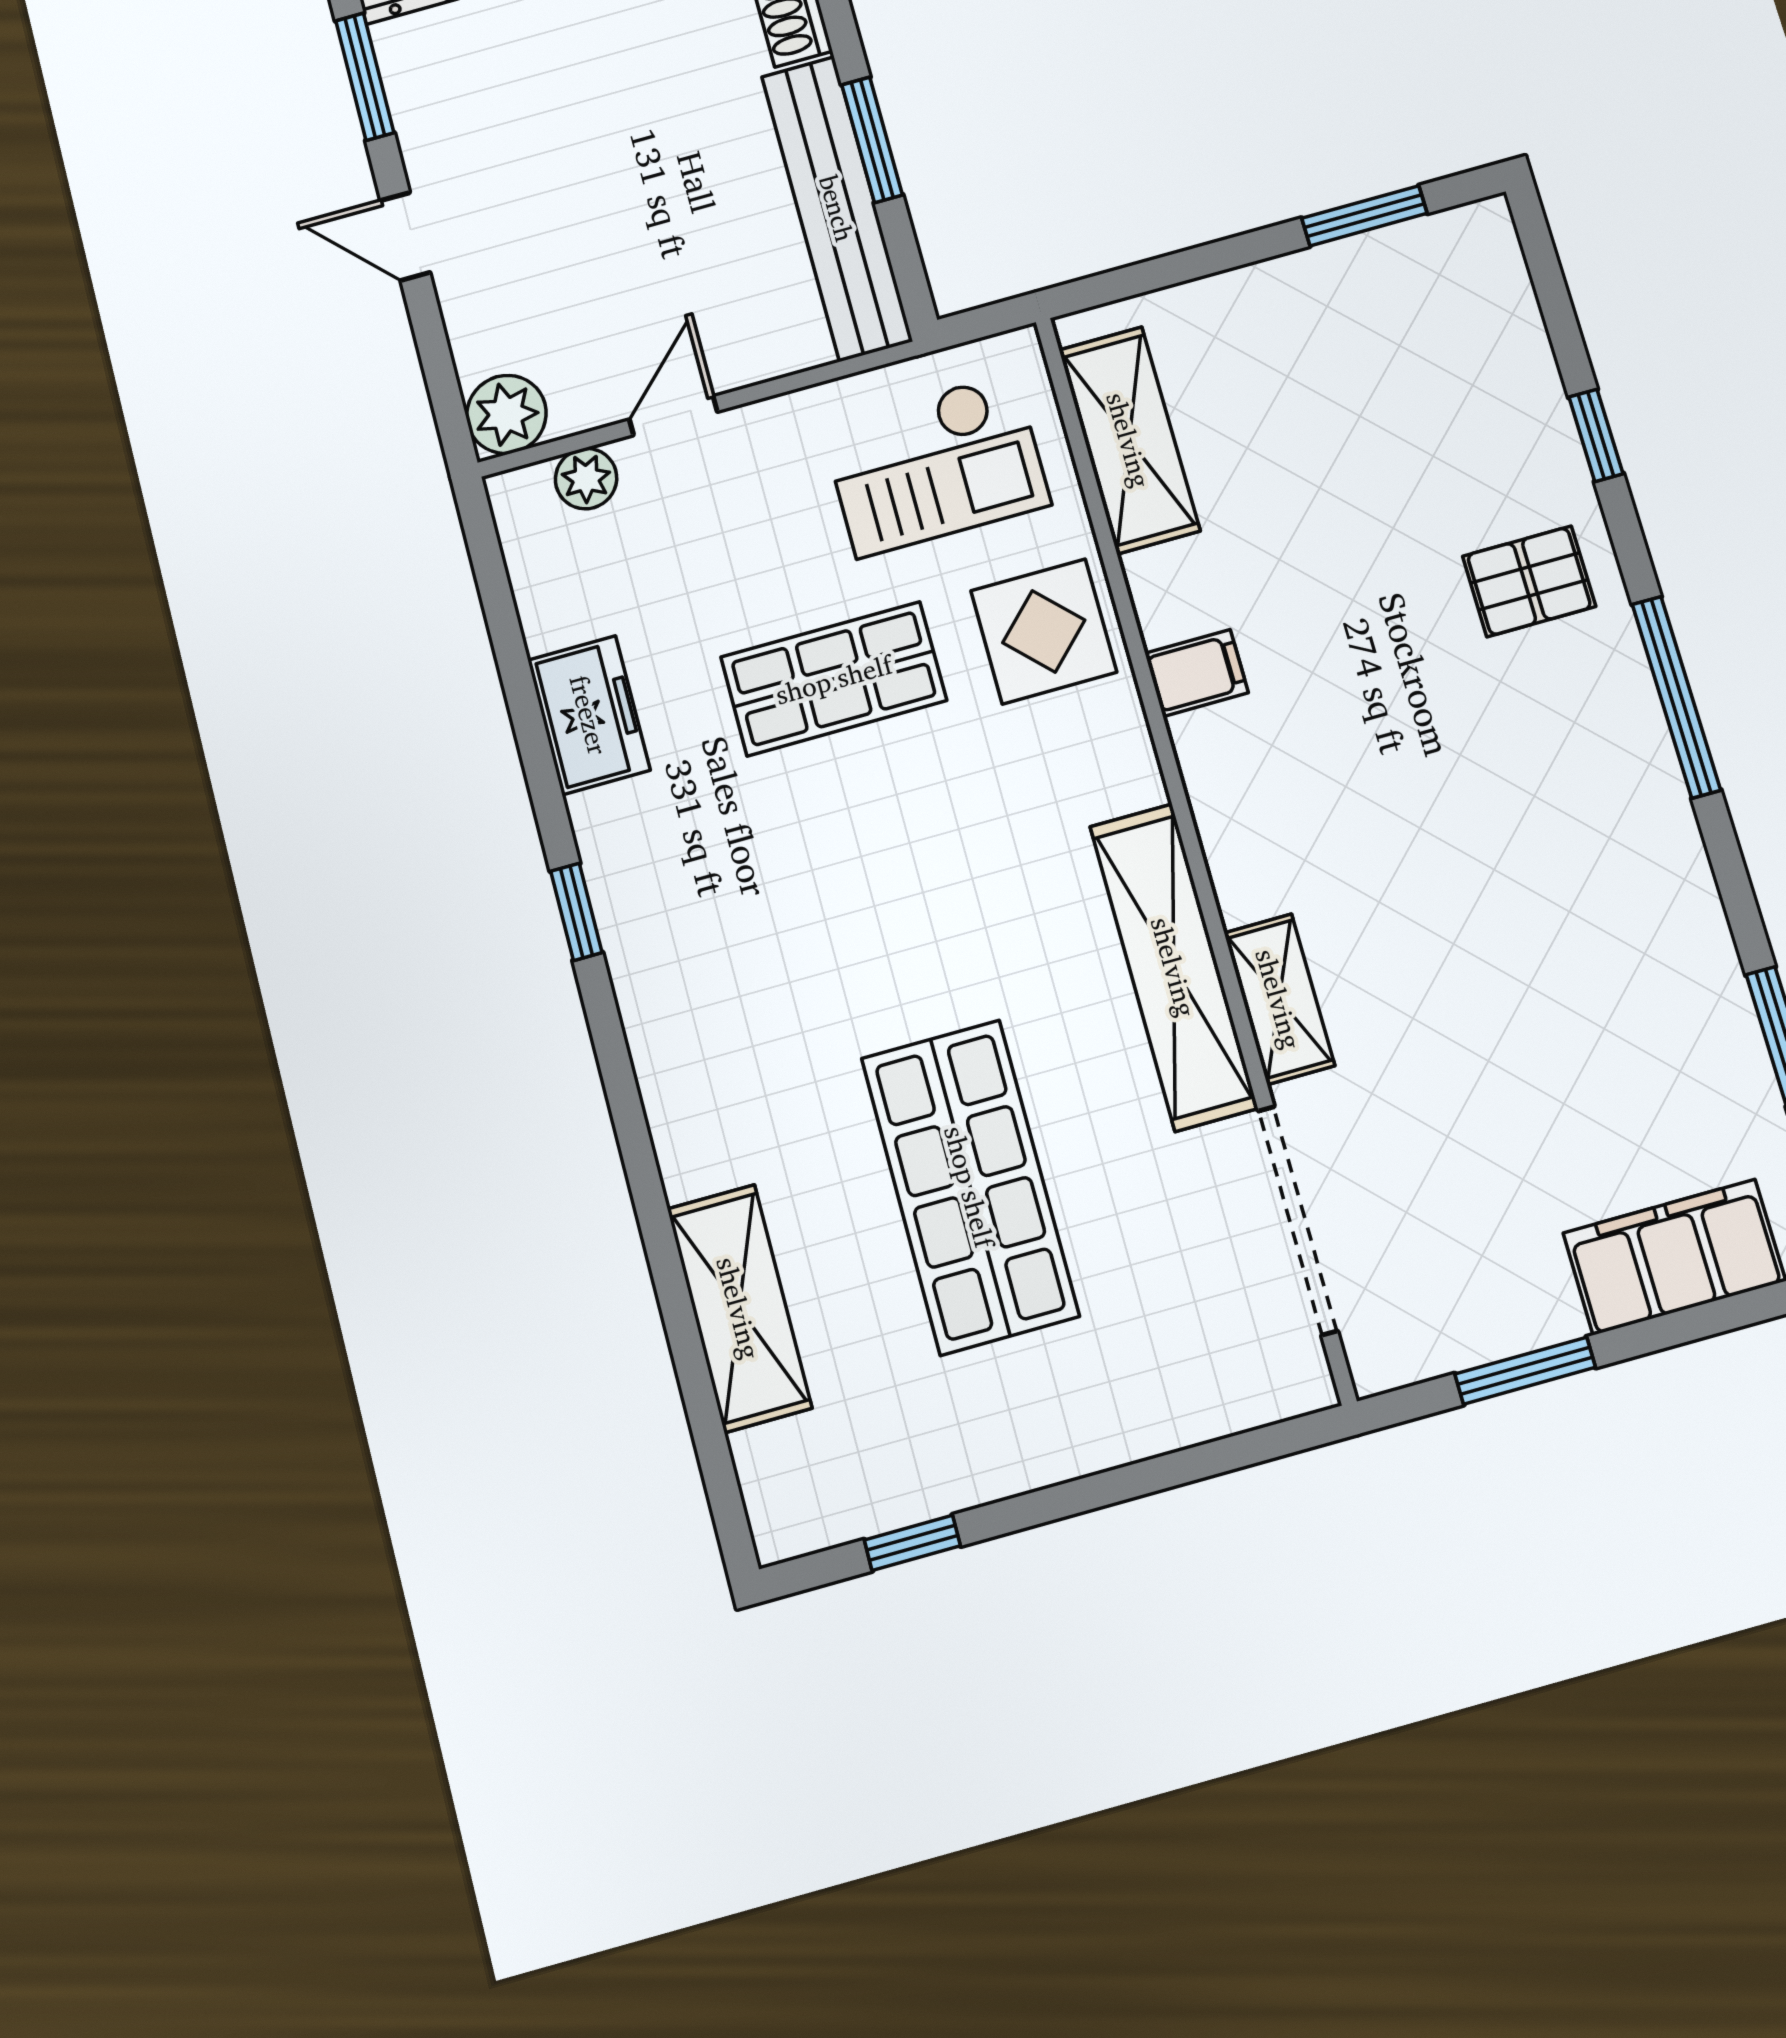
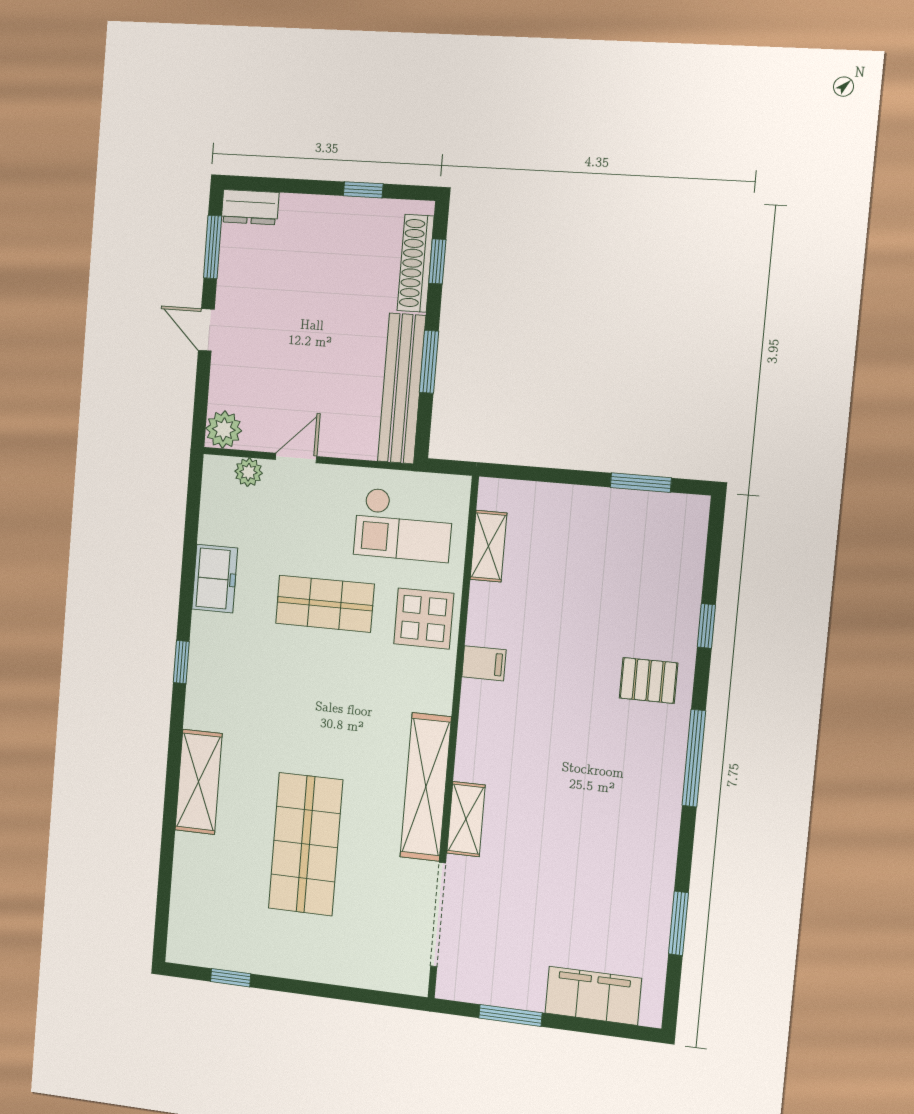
shelving: (1129, 440) -> (488, 546), width x0.67, depth x0.75
shelving: (739, 1308) -> (199, 782), moved

